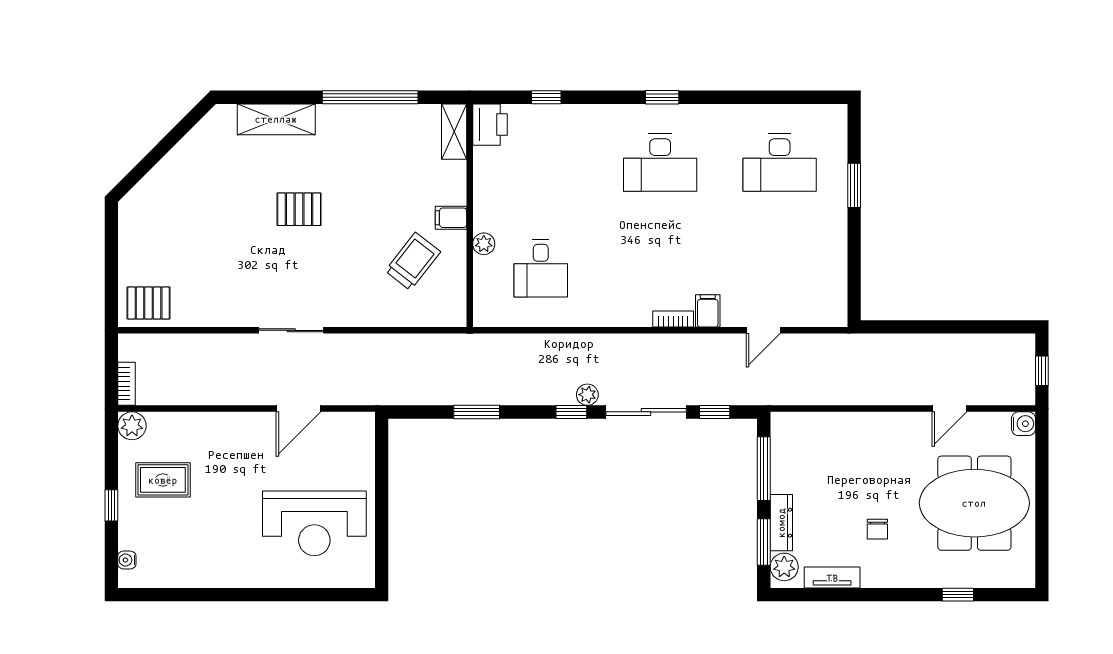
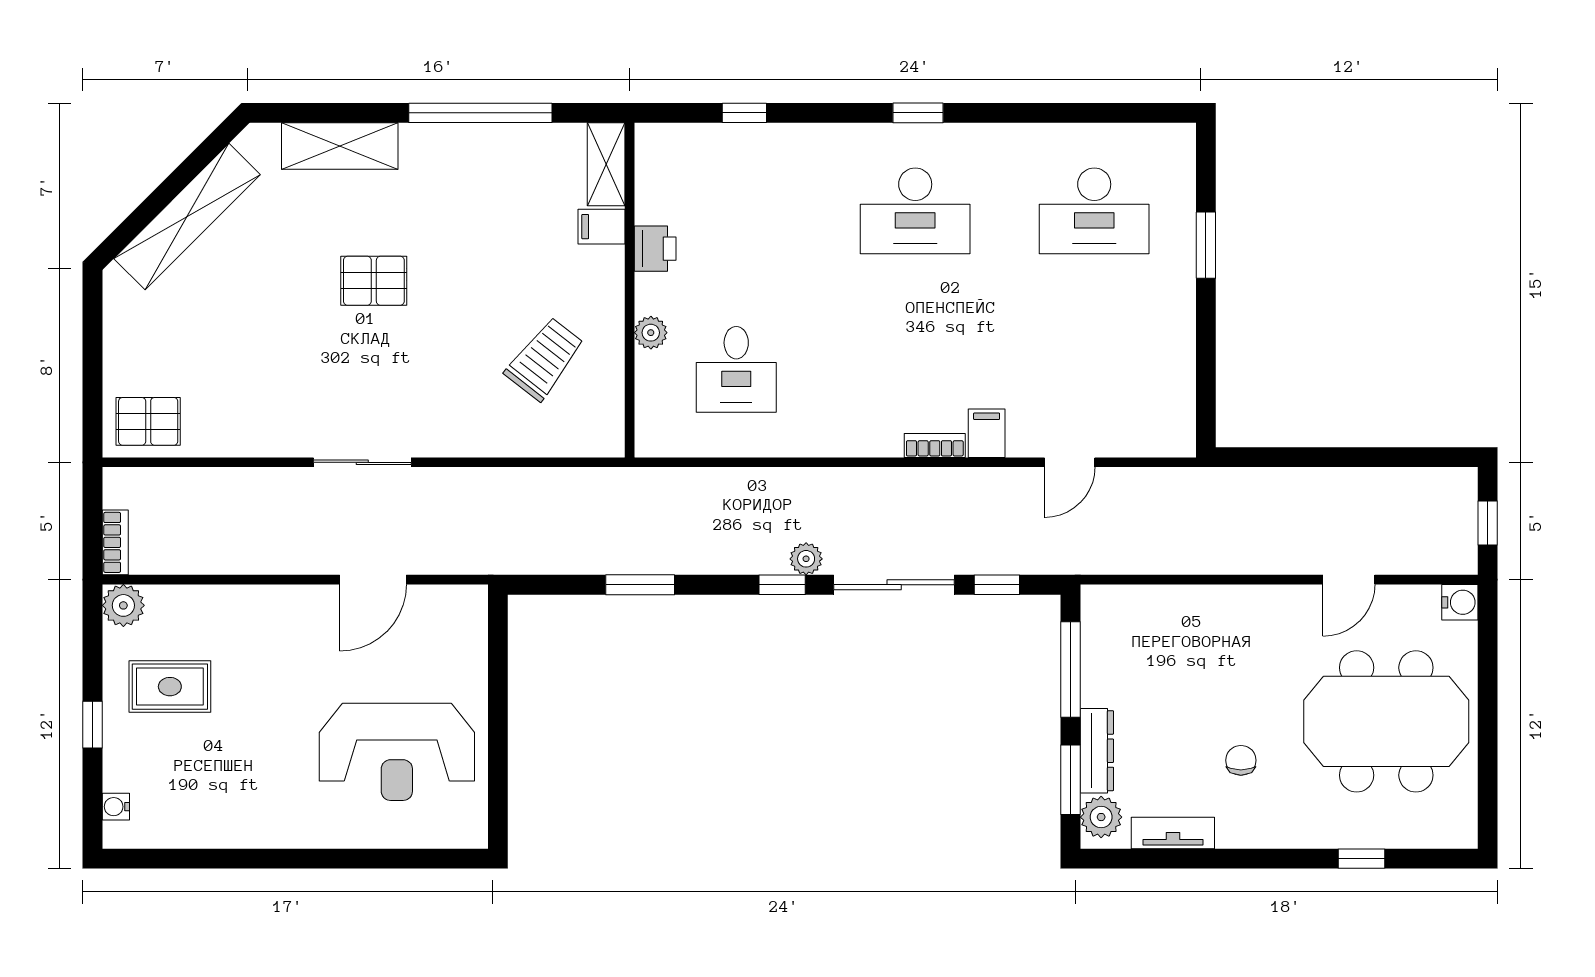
printer: (490, 125) -> (655, 249), moved, width x0.73, depth x0.81
shelving: (174, 166) -> (187, 217), added
filing cabinet: (451, 218) -> (602, 227), moved
chair: (877, 529) -> (1241, 760), turned 180

